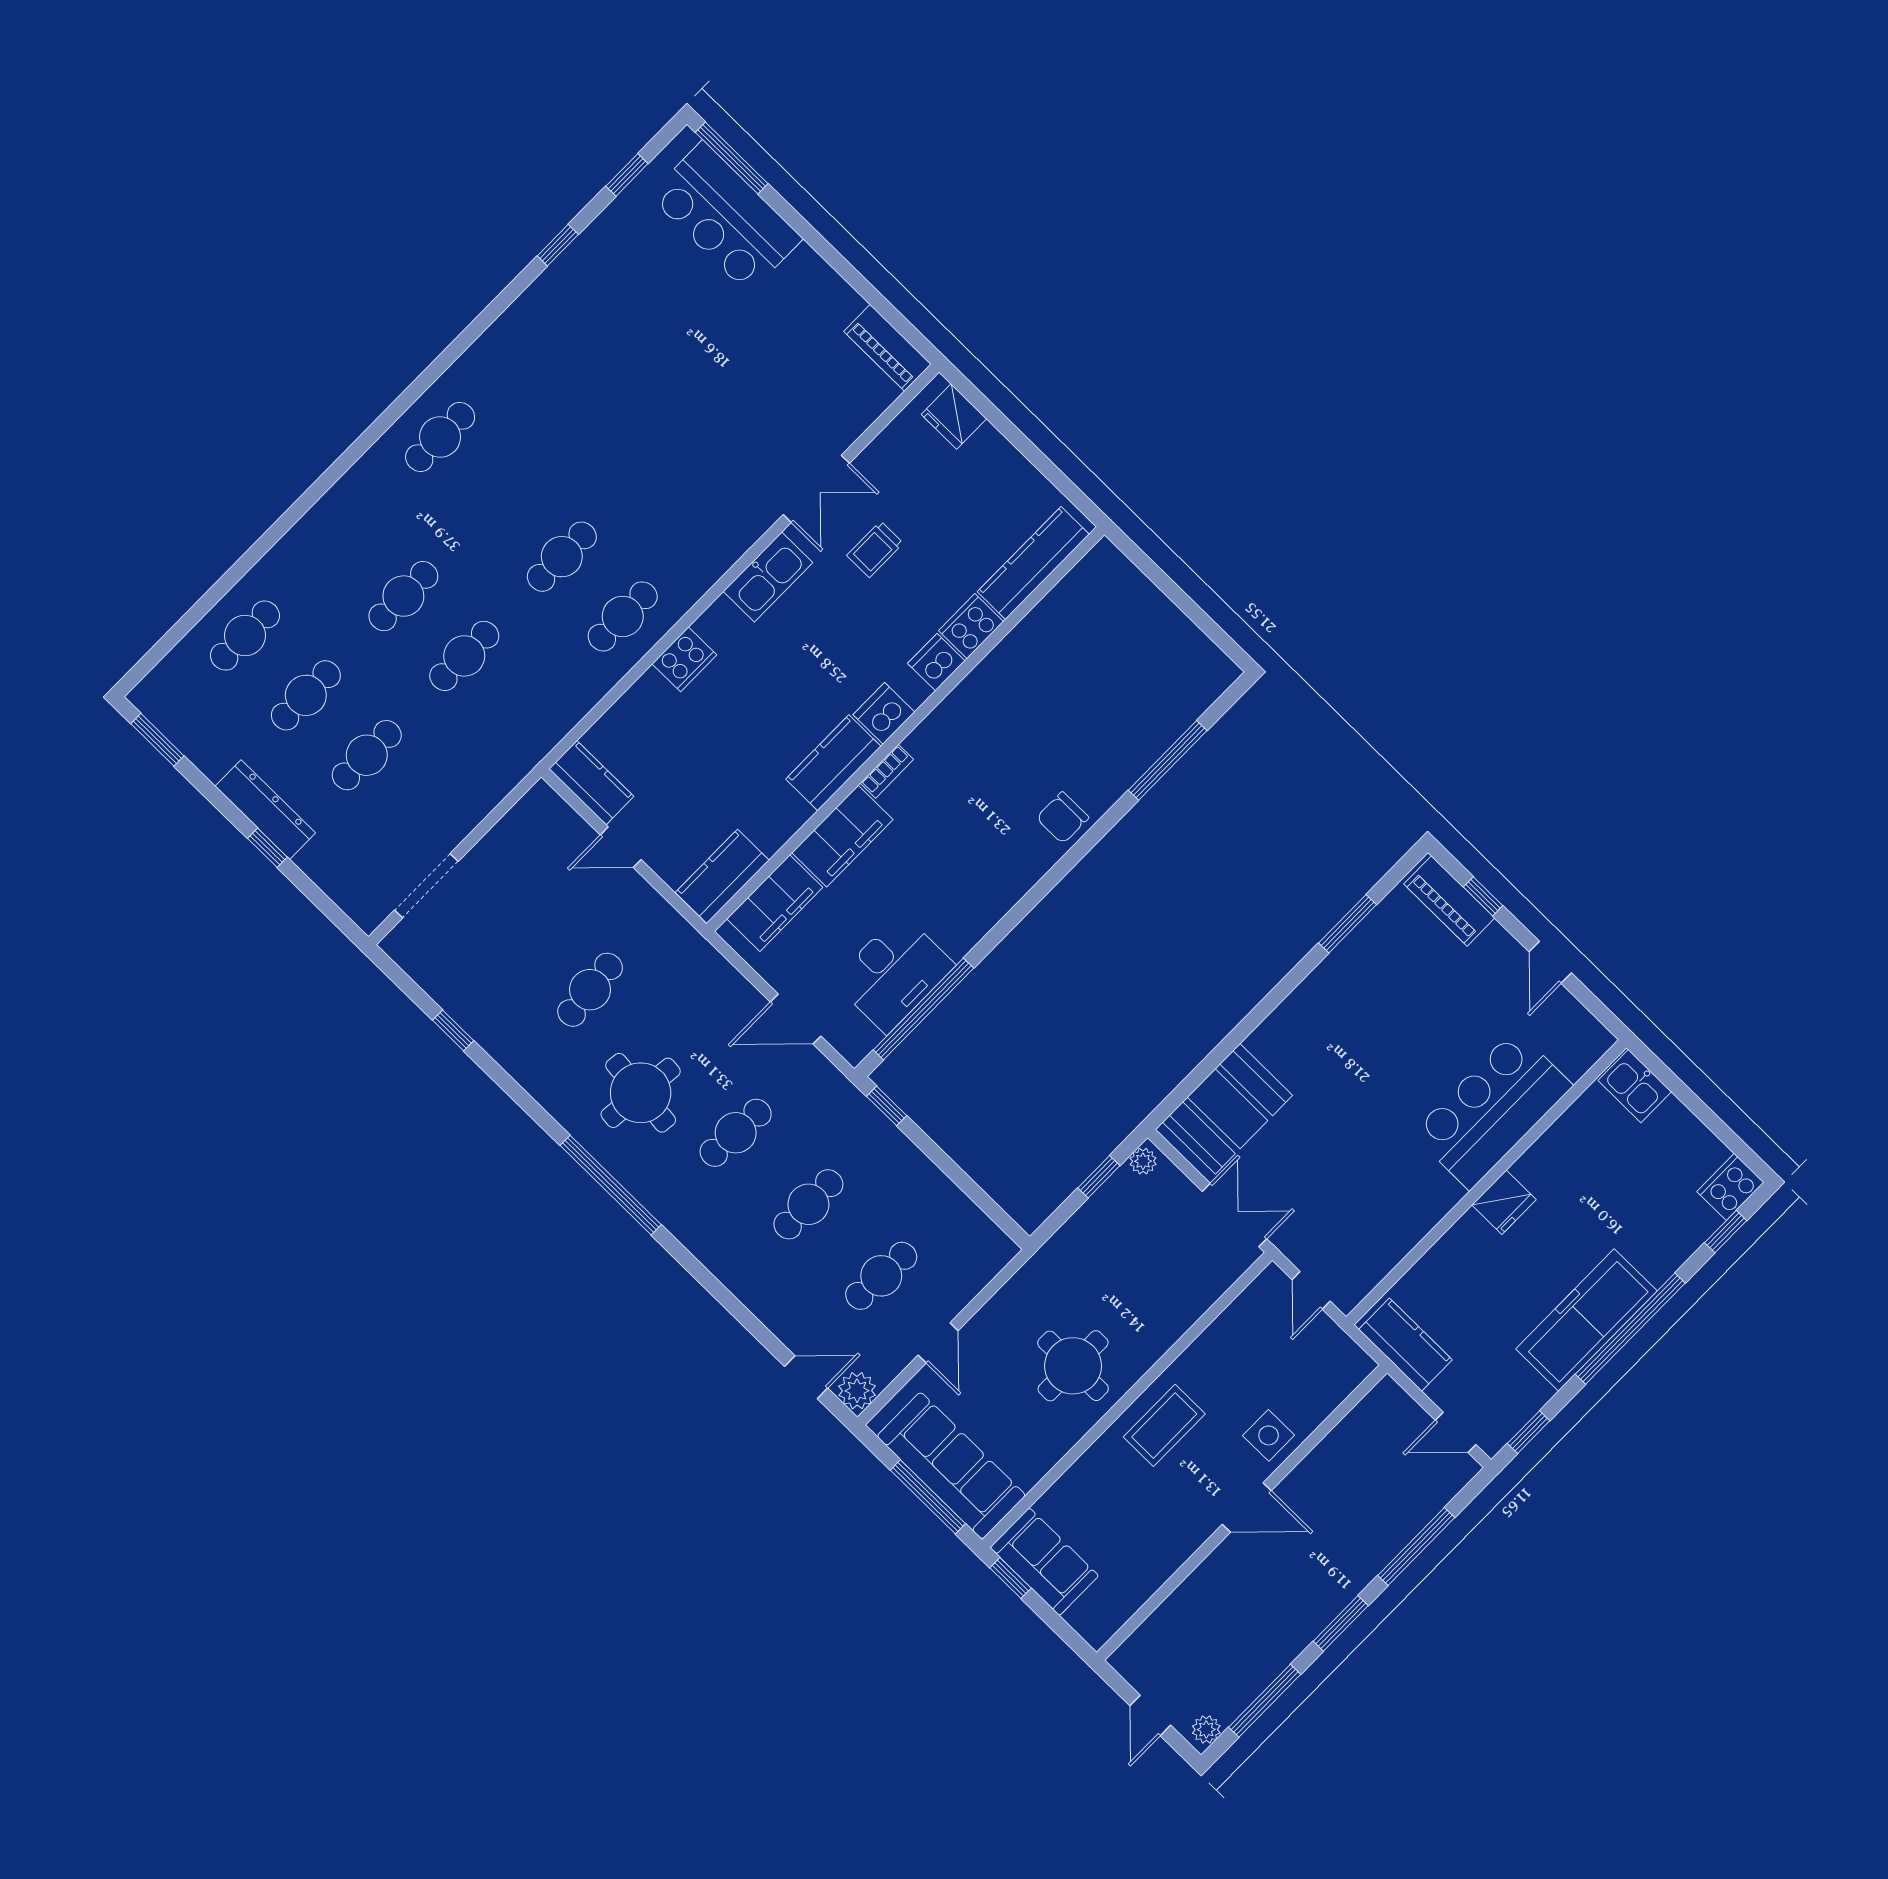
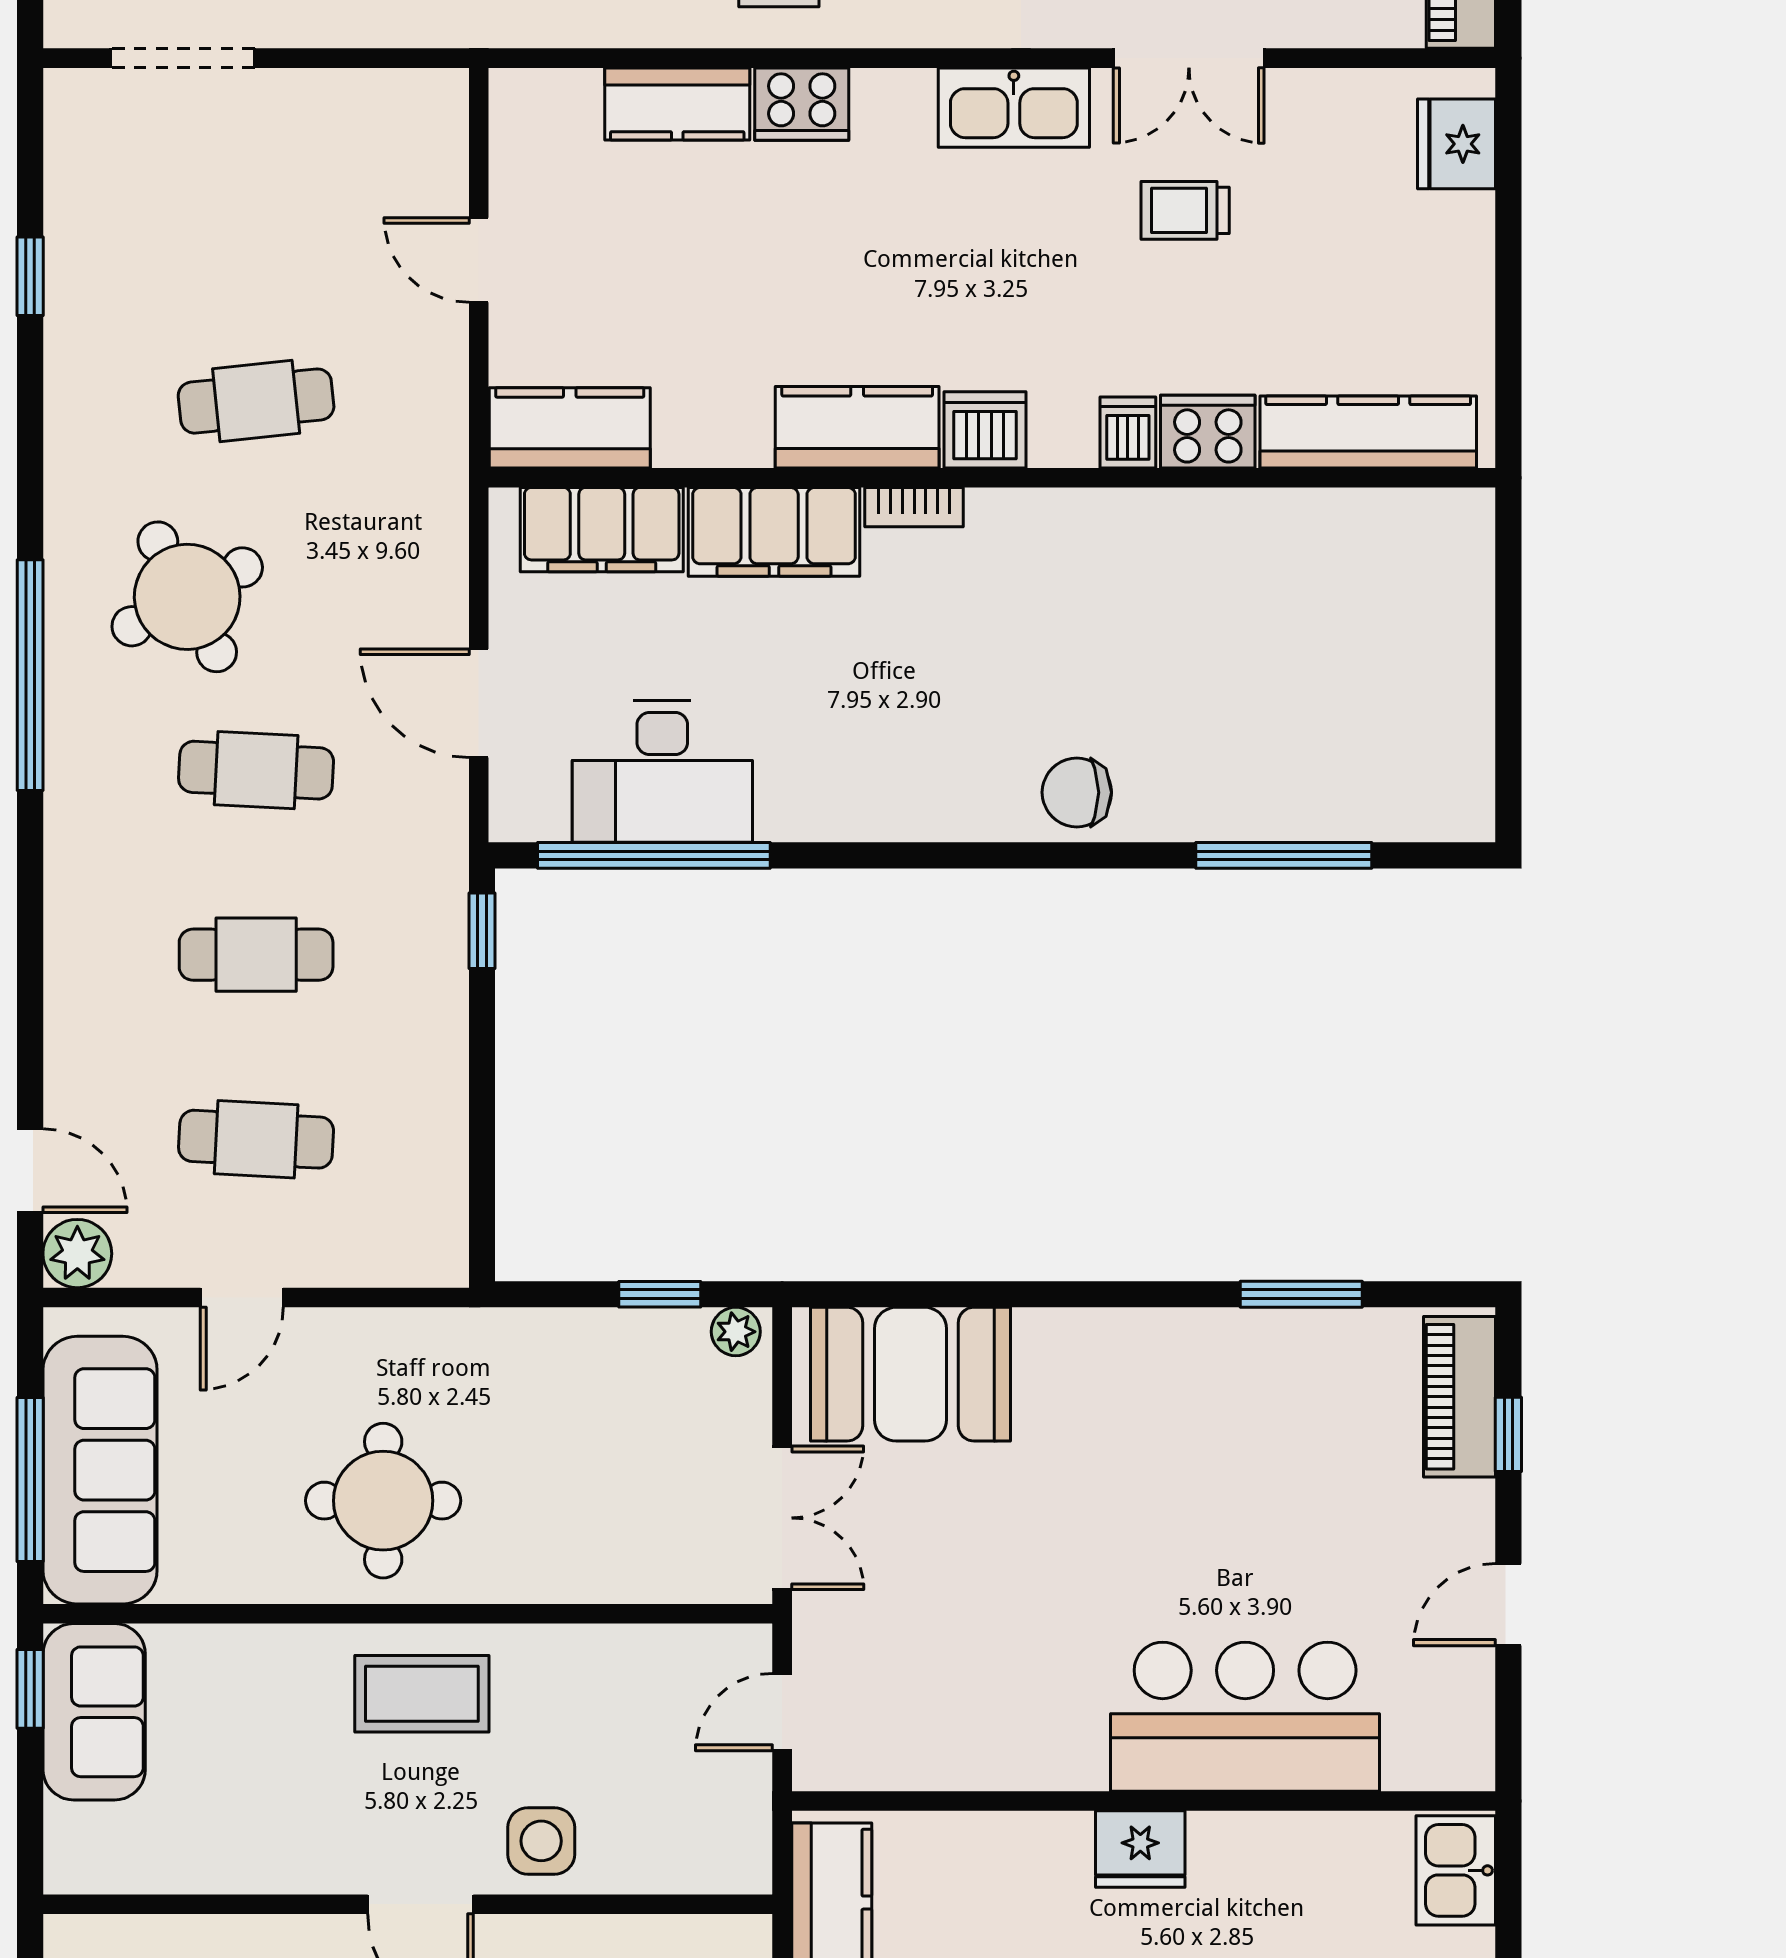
dishwasher: (936, 662) -> (1128, 432), width x0.73
kitchen counter: (591, 783) -> (677, 104), moved, turned 90
round table: (641, 1093) -> (187, 597), turned -34

